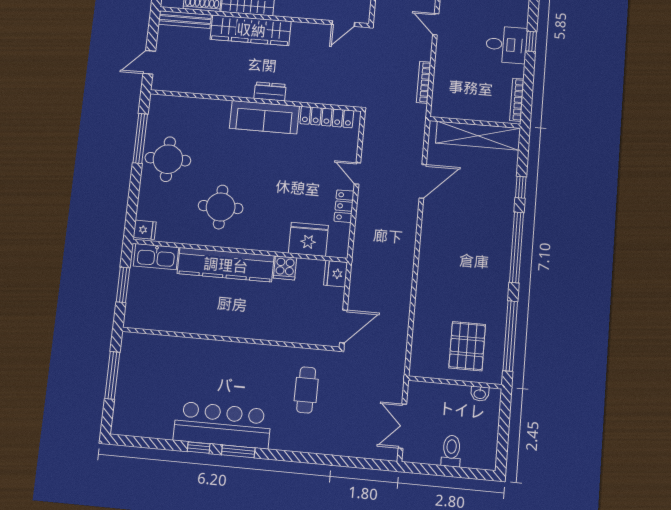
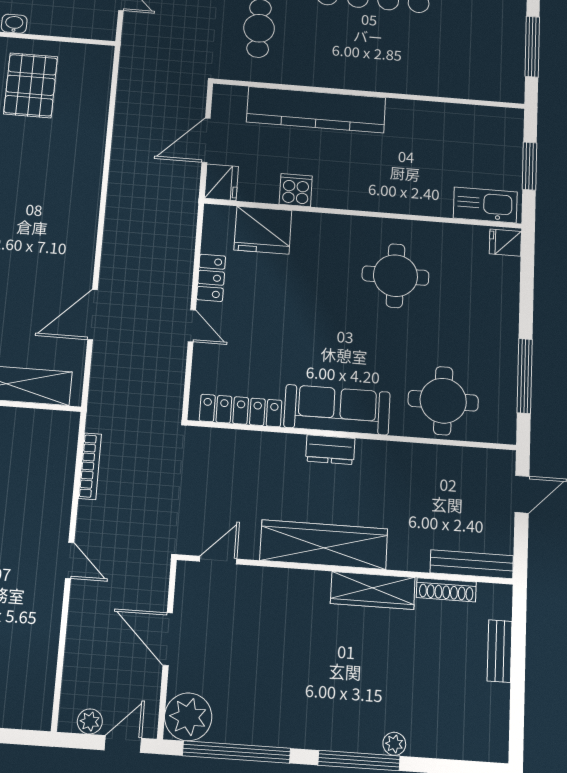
wardrobe: (251, 30) -> (324, 545), moved
round table: (168, 159) -> (443, 401), moved
kitchen counter: (226, 265) -> (316, 110), moved, turned 180
door: (343, 326) -> (206, 140), moved

